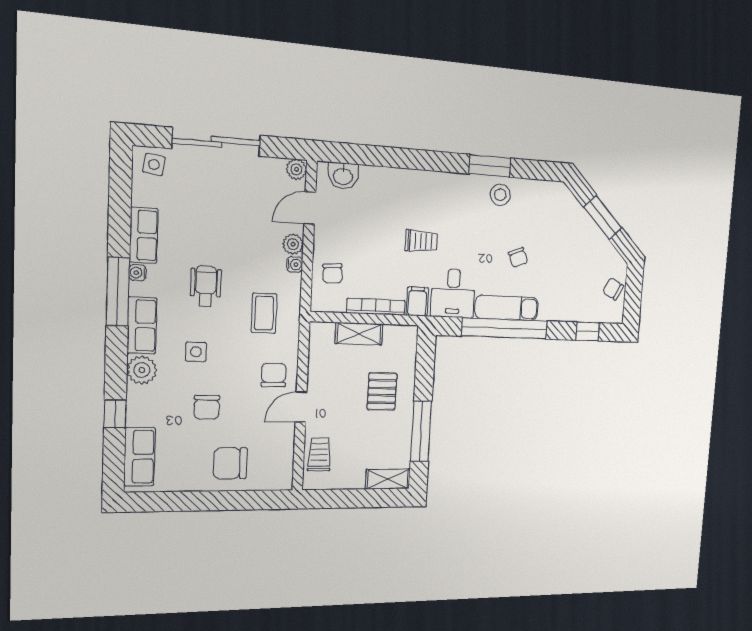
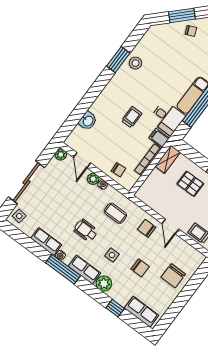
washbasin: (343, 176) -> (88, 121), moved
chair: (518, 257) -> (191, 31), moved
shelving: (359, 334) -> (168, 159), moved

